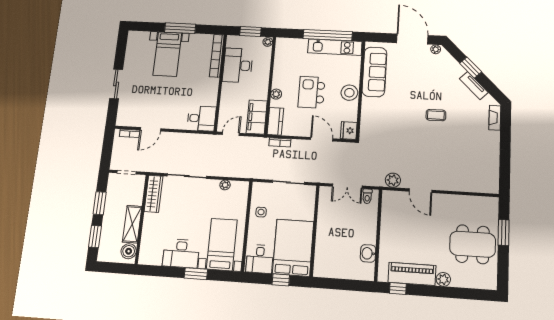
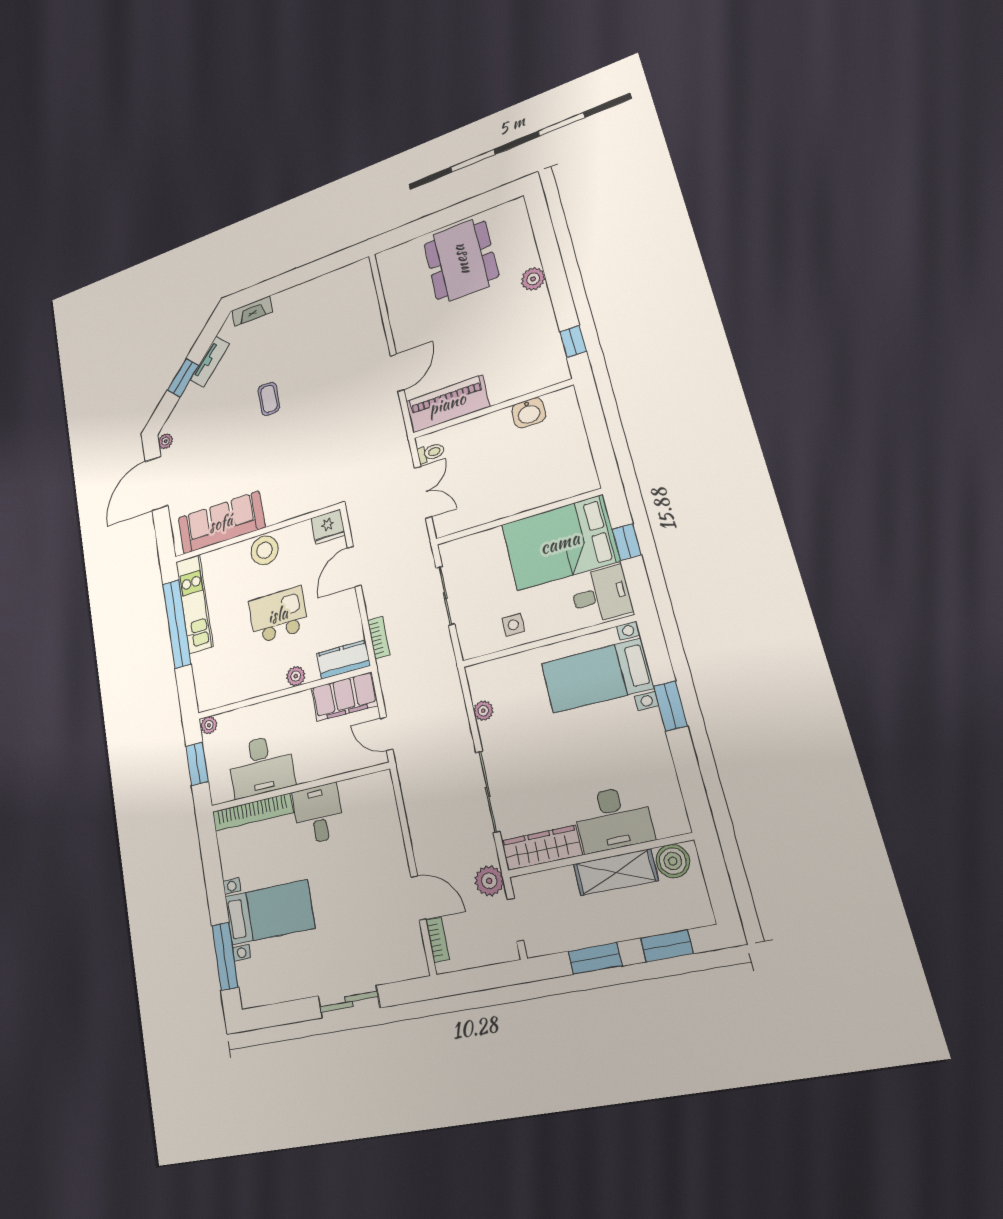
window: (180, 28) -> (225, 956), moved
kitchen island: (311, 92) -> (278, 615), turned 180
desk: (202, 118) -> (318, 814), moved
plant: (393, 180) -> (489, 881), moved
window: (504, 232) -> (428, 224), removed
desk: (181, 253) -> (613, 819), moved, turned 90
piano: (412, 274) -> (447, 404), moved, turned 90

